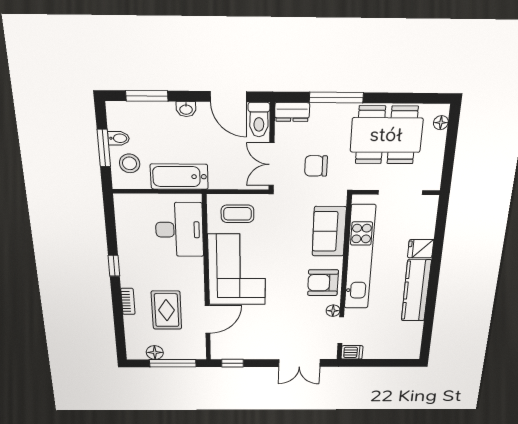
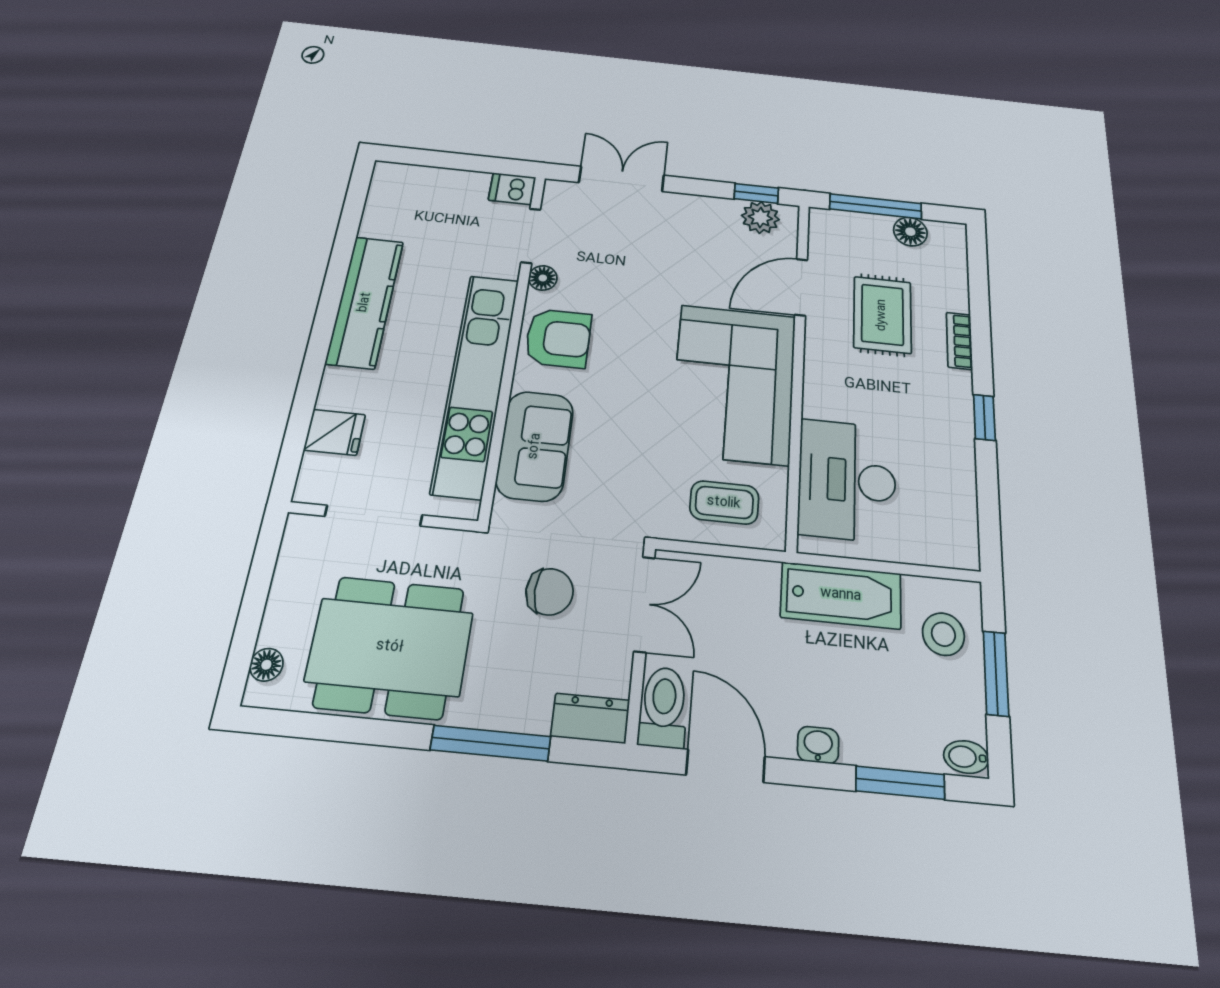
bidet: (119, 138) -> (966, 757), moved
fridge: (421, 249) -> (335, 432), moved
plant: (230, 351) -> (760, 217), added

